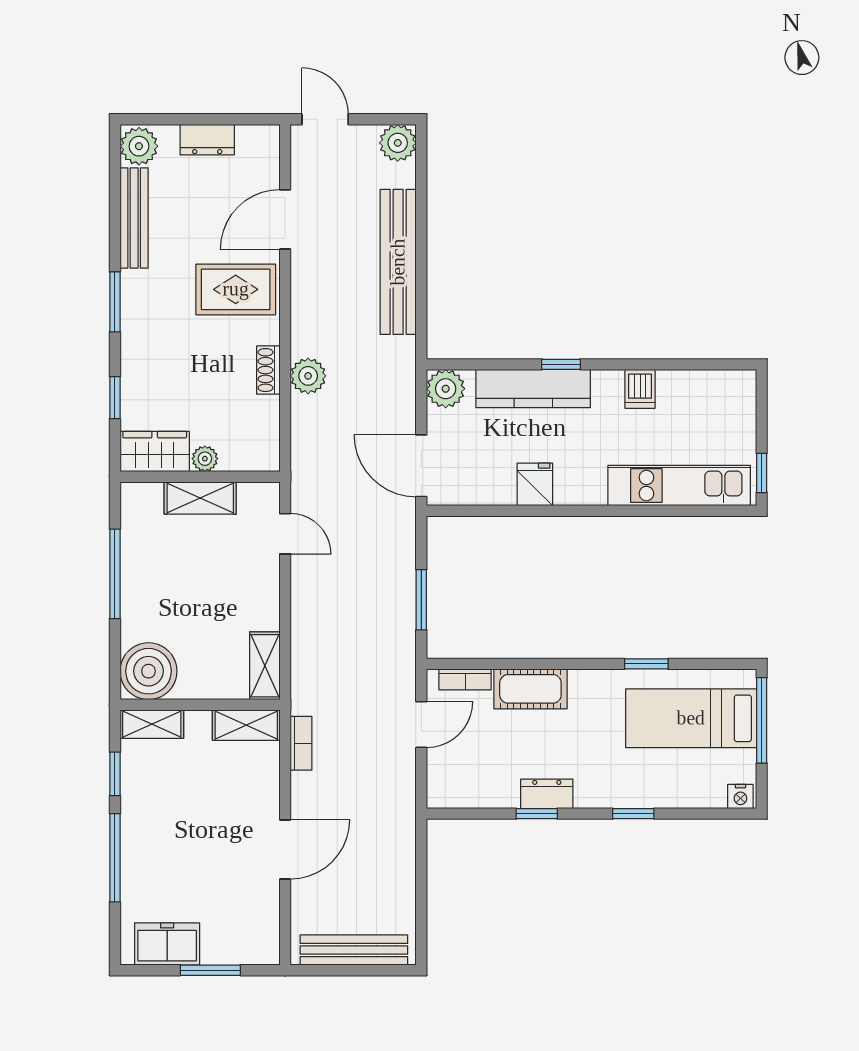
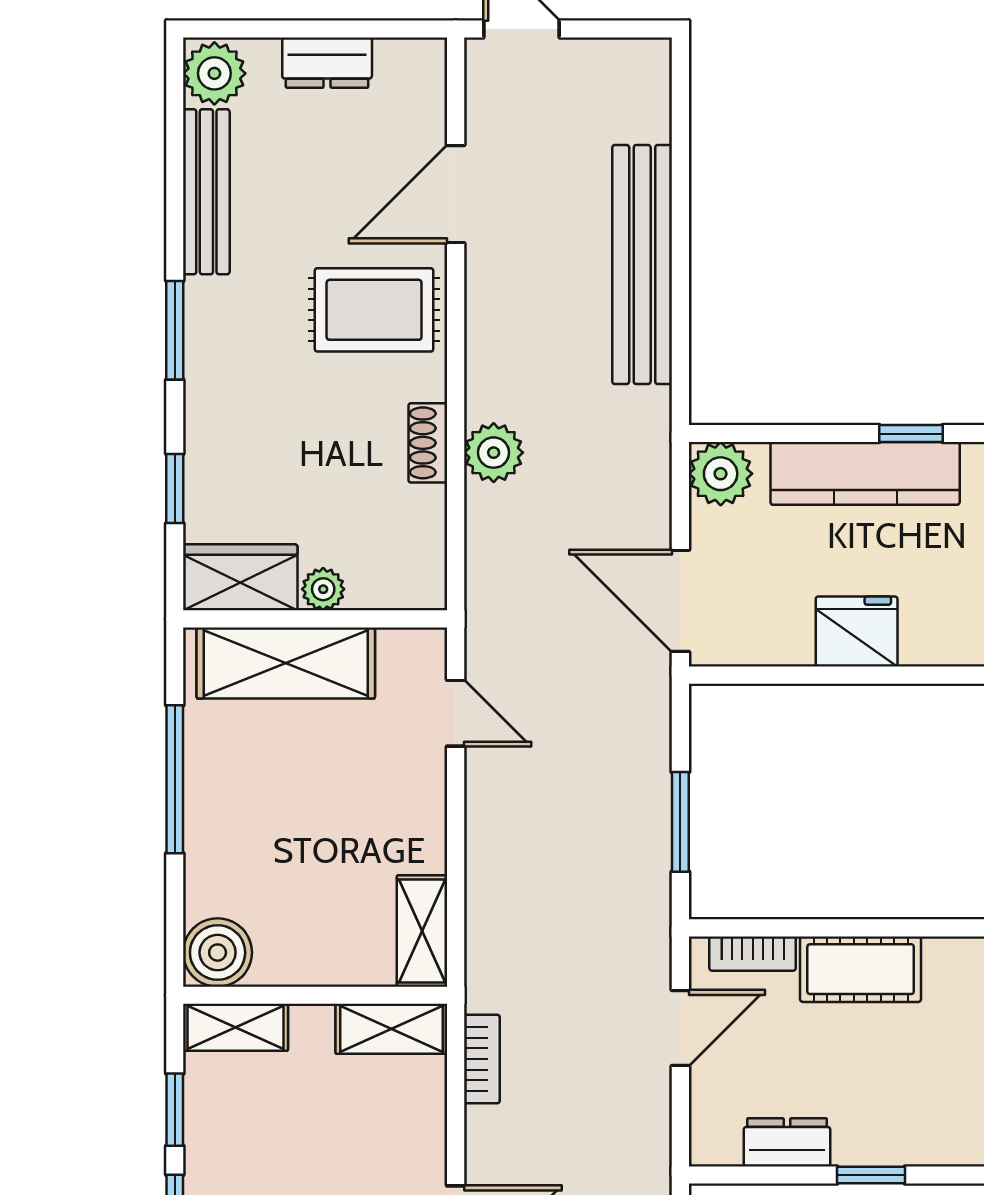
plant: (398, 143) -> (641, 68), removed
fridge: (535, 484) -> (857, 632), width x1.38
shelving: (200, 498) -> (286, 663), width x1.50, depth x1.33
boiler: (149, 671) -> (218, 953), width x0.73, depth x0.73
dresser: (547, 794) -> (787, 1142), moved

